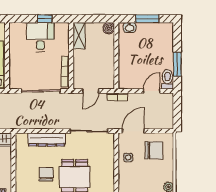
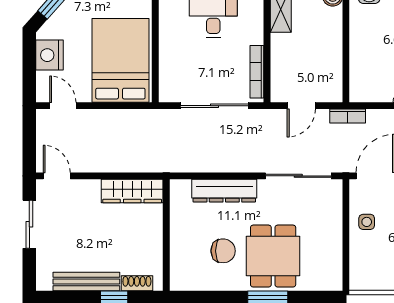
chair: (46, 174) -> (223, 251), turned 90

